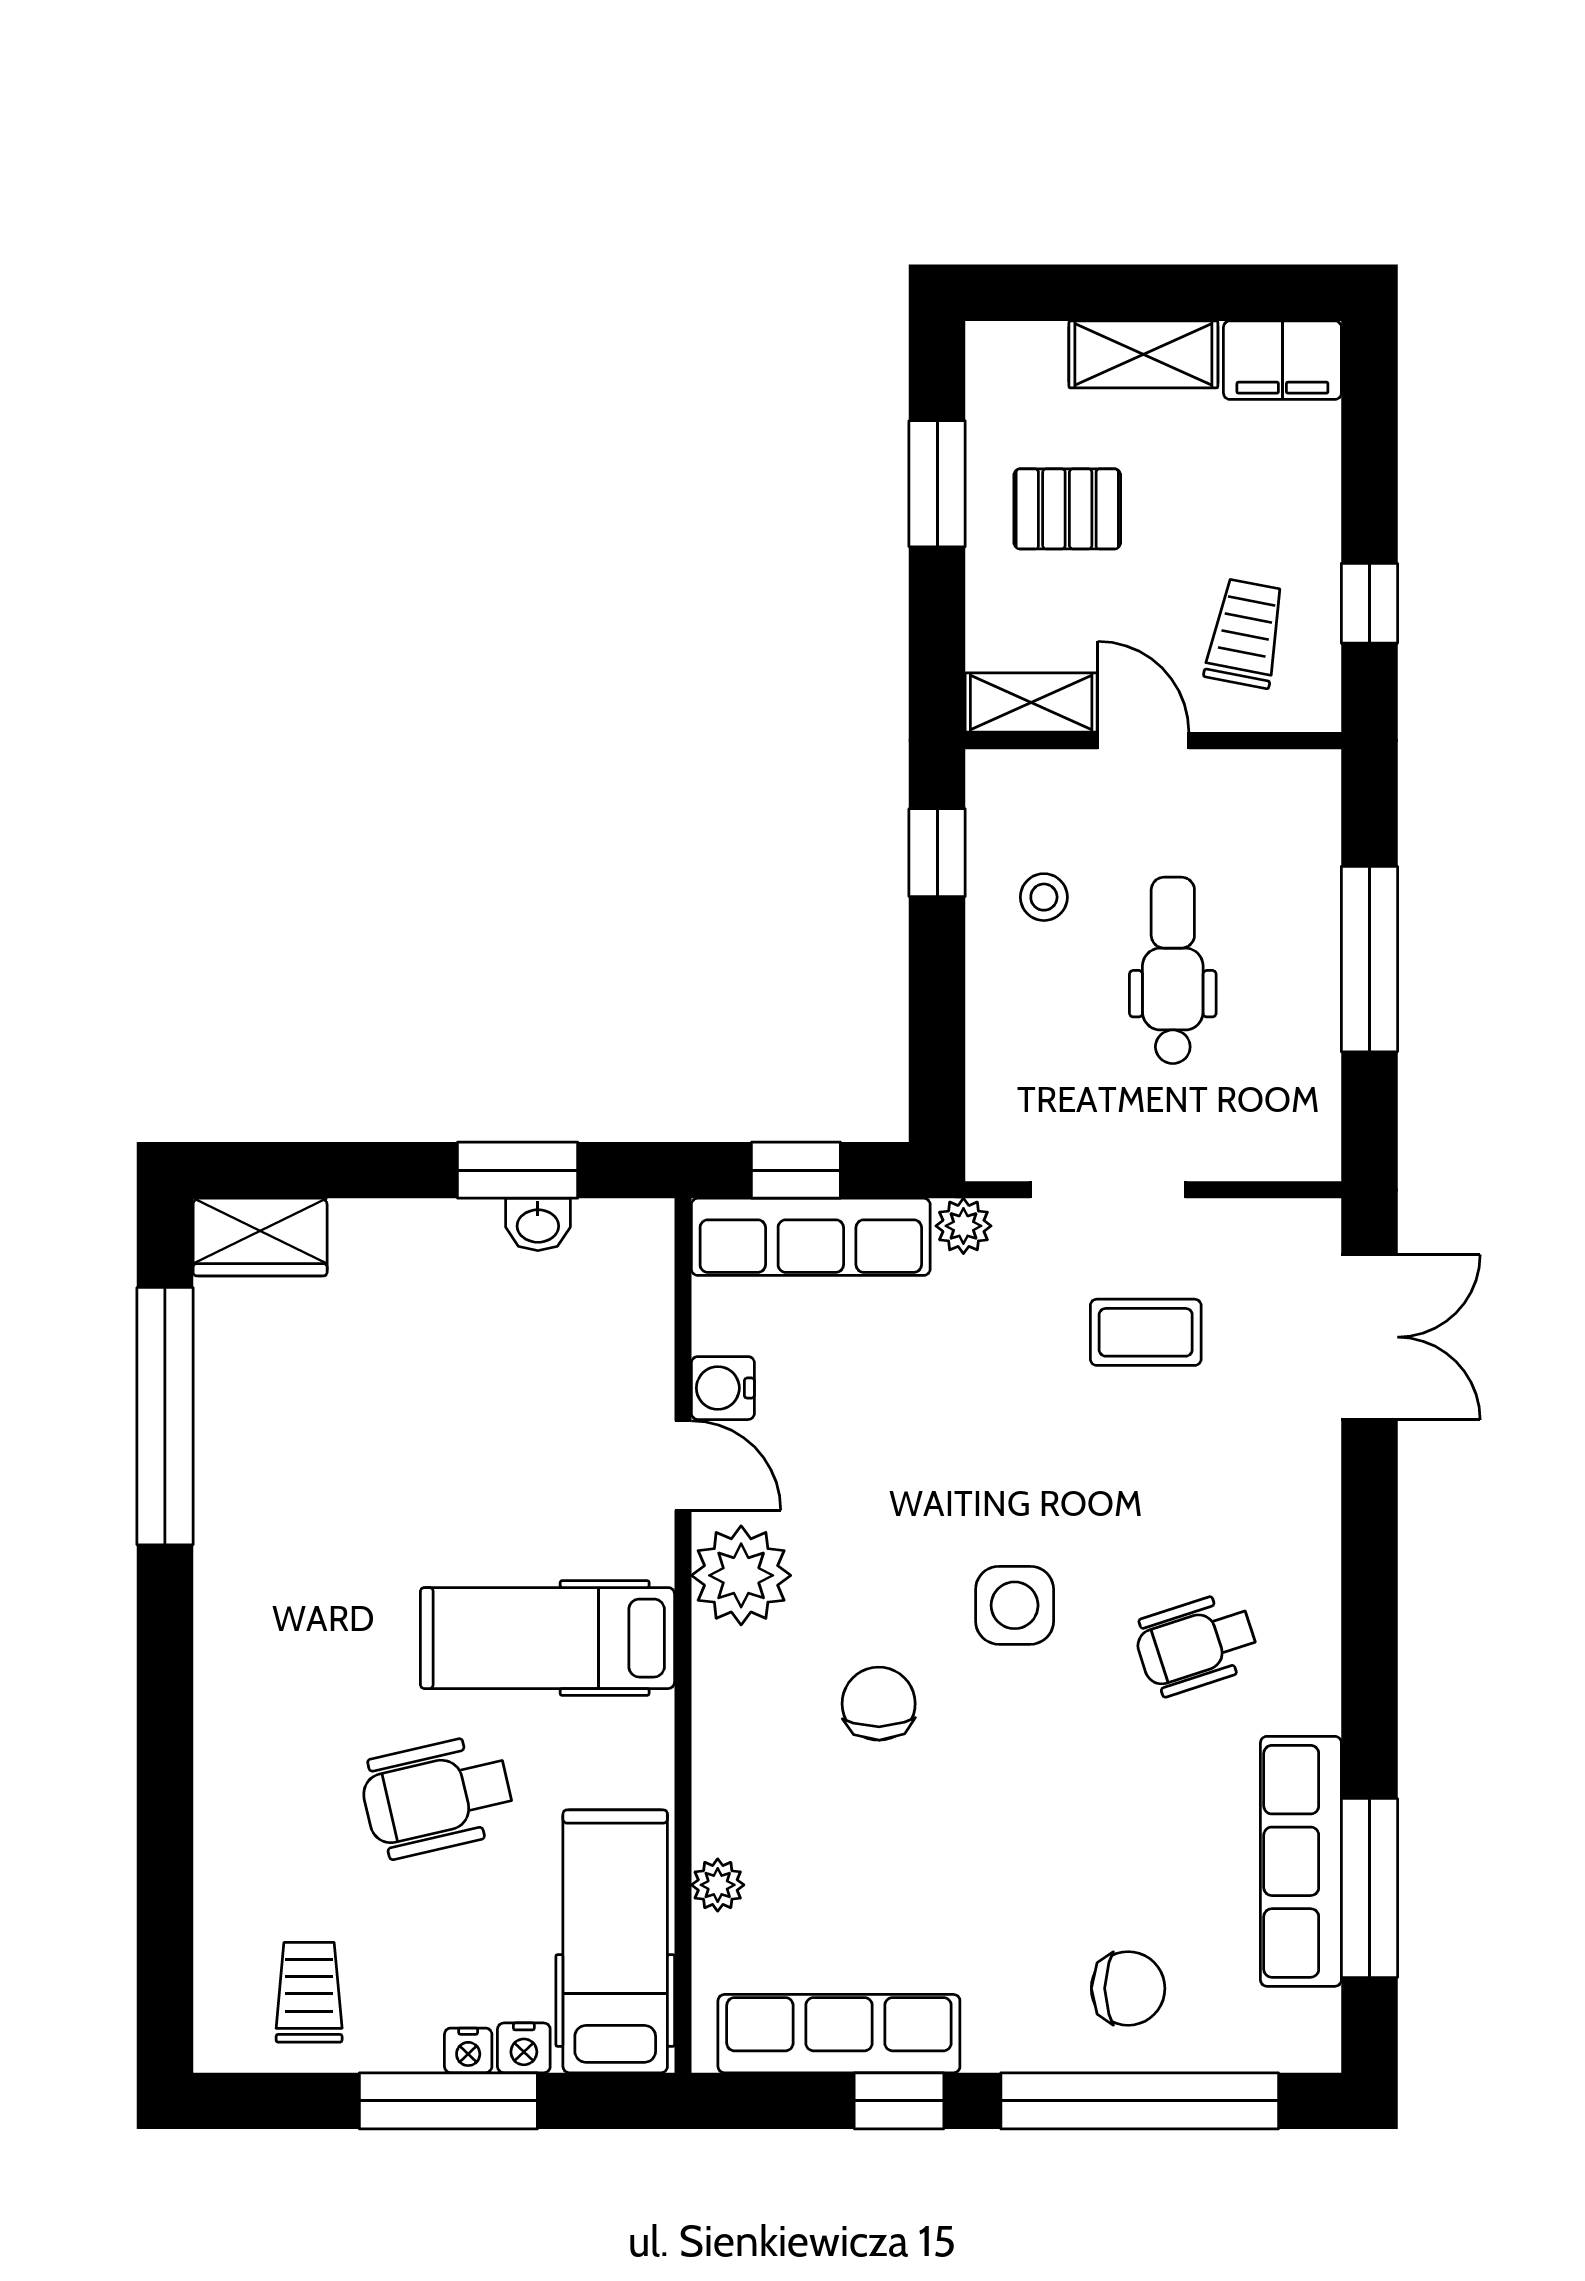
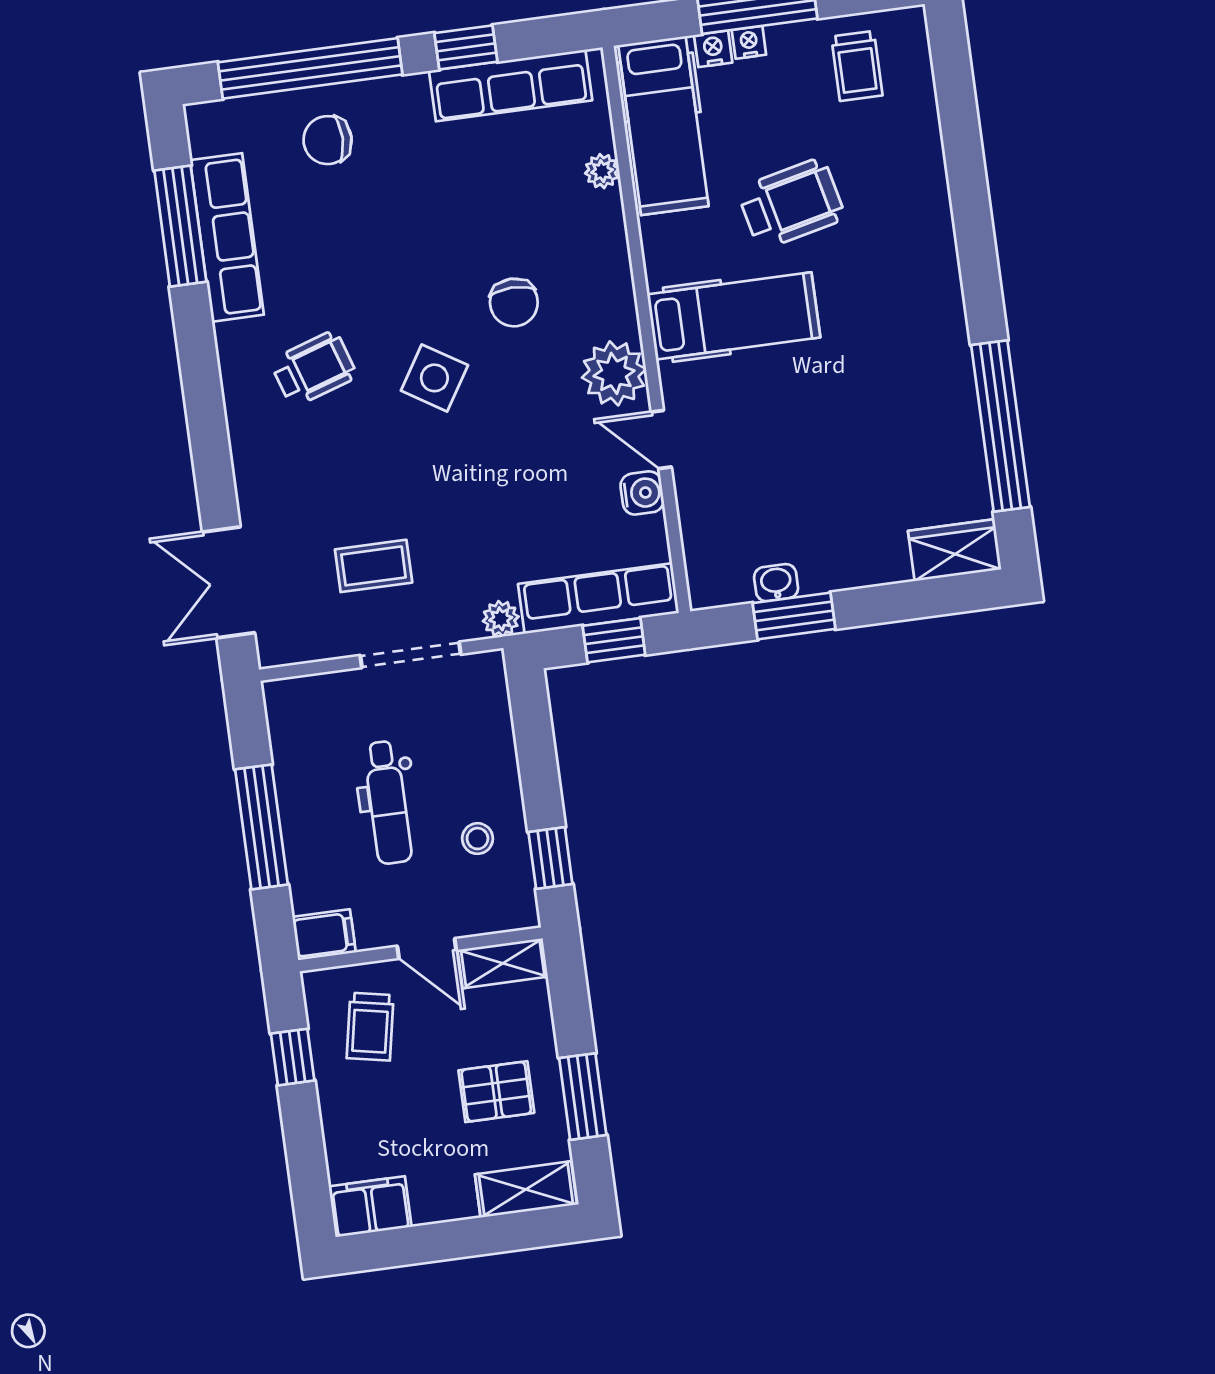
shelving: (1143, 354) -> (526, 1189), moved
filing cabinet: (1297, 783) -> (324, 935), added
side table: (1015, 1605) -> (434, 378), turned 32

